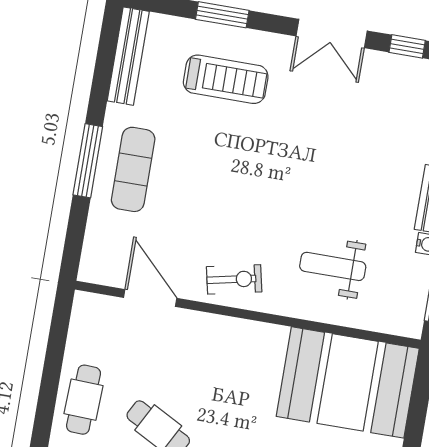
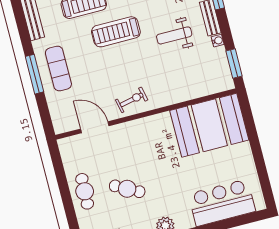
treadmill: (260, 151) -> (116, 32), added
weight bench: (333, 266) -> (174, 35), moved

